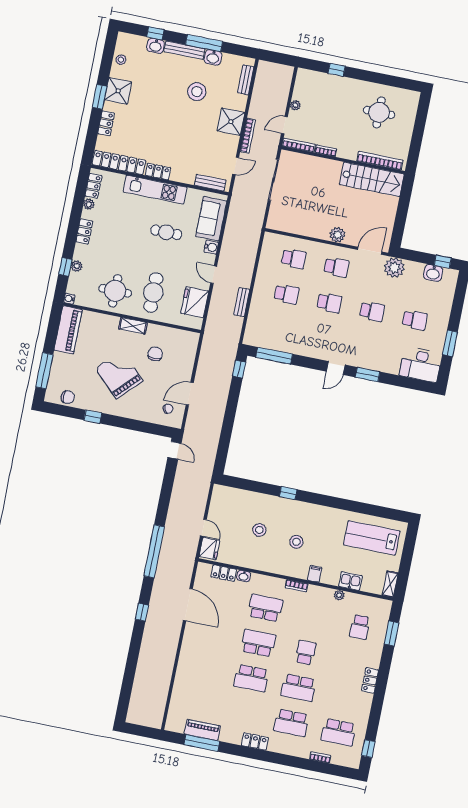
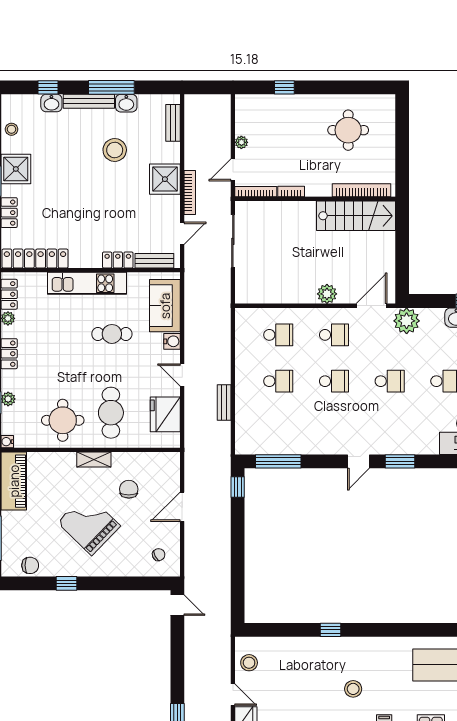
locker: (158, 172) -> (118, 260), moved
door: (190, 394) -> (182, 507), moved
stool: (259, 530) -> (249, 663), moved

